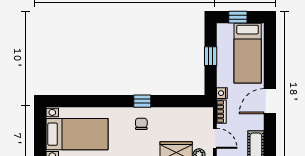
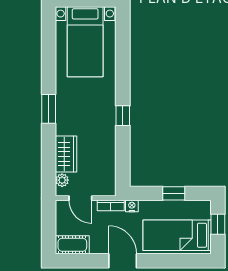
chair: (141, 124) -> (97, 115), removed
door: (215, 138) -> (80, 198), hinge flipped

